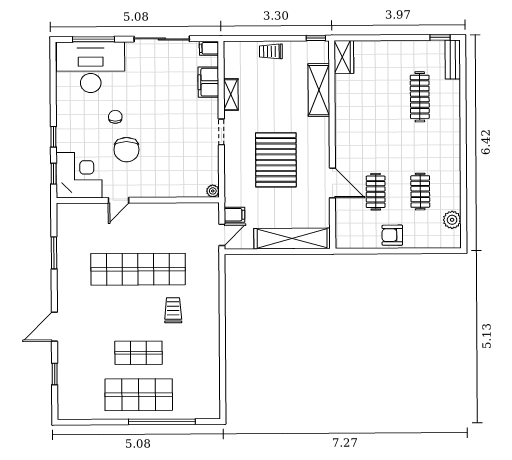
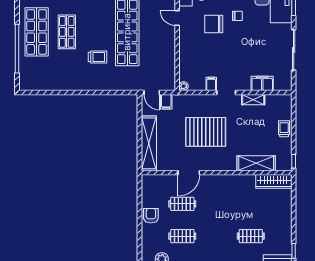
filing cabinet: (209, 48) -> (211, 84), moved
wardrobe: (344, 57) -> (274, 181), width x1.50
clothes rail: (420, 97) -> (251, 236), width x0.73

